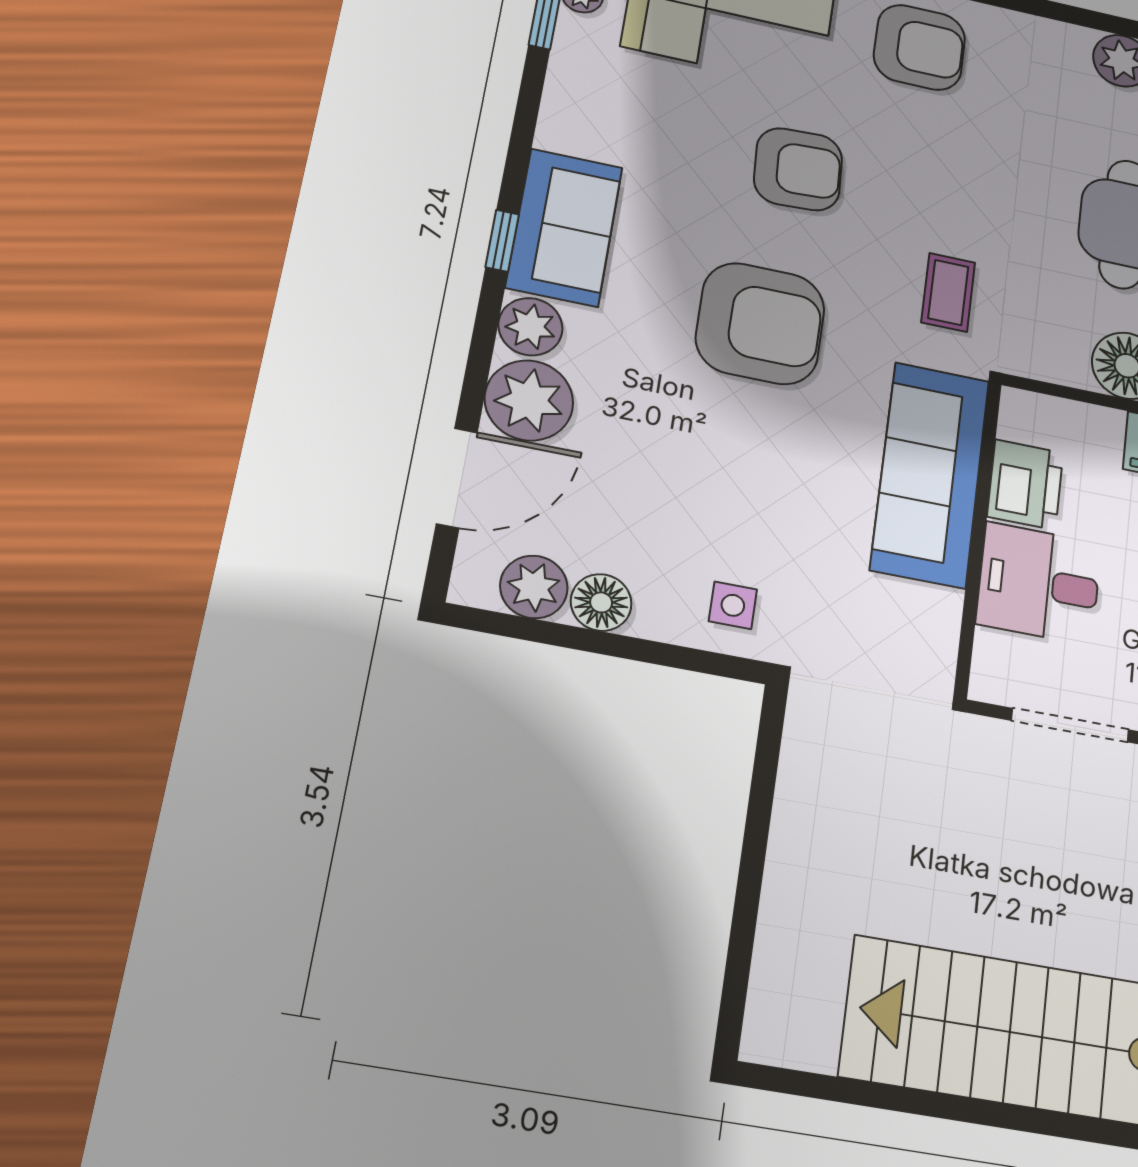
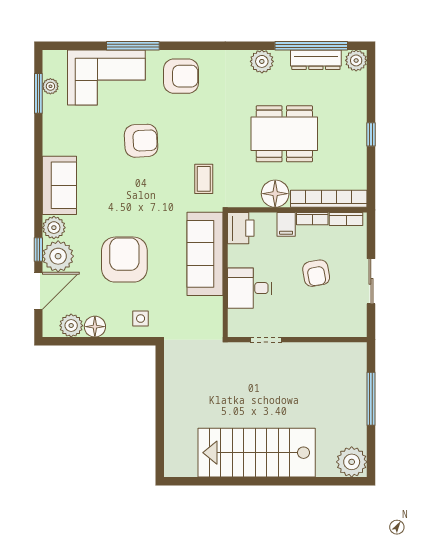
window: (502, 241) -> (38, 249), moved
armchair: (760, 323) -> (124, 260), moved, turned -90
printer: (1025, 485) -> (241, 228), moved
doorway: (1070, 725) -> (266, 340), width x0.73

